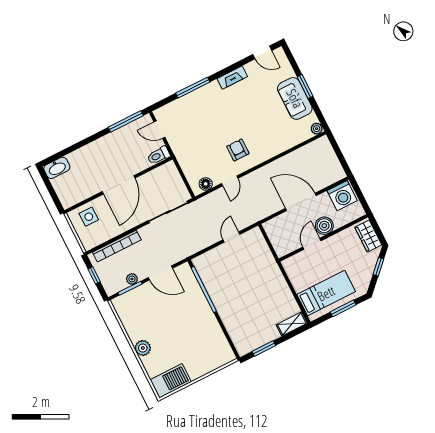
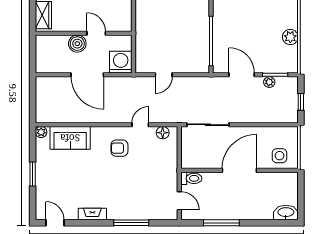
sofa: (295, 98) -> (70, 138), moved, turned 90
window: (126, 121) -> (221, 223), moved
armchair: (238, 150) -> (119, 148), turned 90
washing machine: (342, 196) -> (121, 62), moved
door: (312, 244) -> (96, 33), swing flipped
bookcase: (117, 246) -> (268, 118), removed
plant: (143, 348) -> (290, 37), moved

